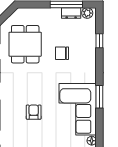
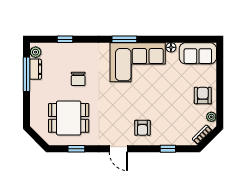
armchair: (34, 112) -> (142, 128), moved, turned -90

